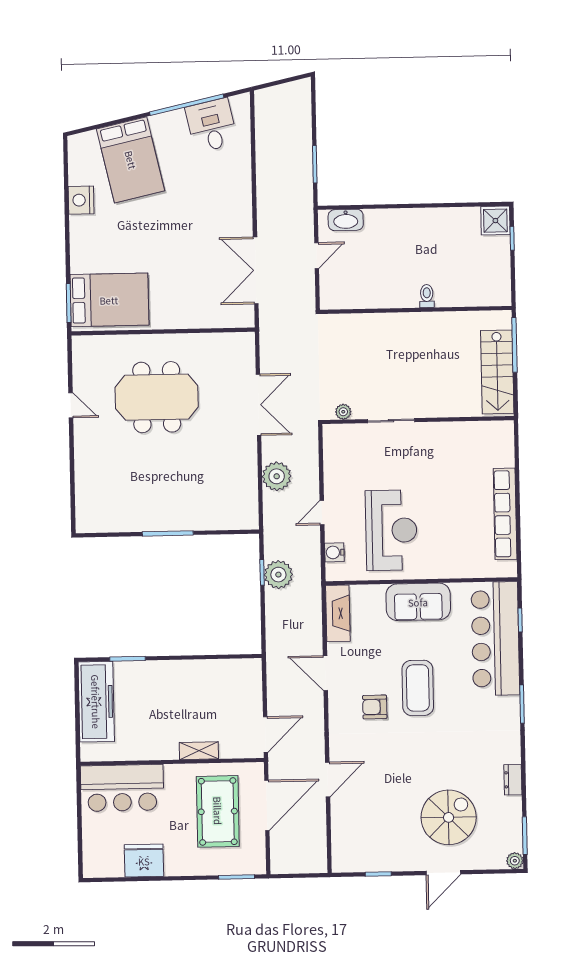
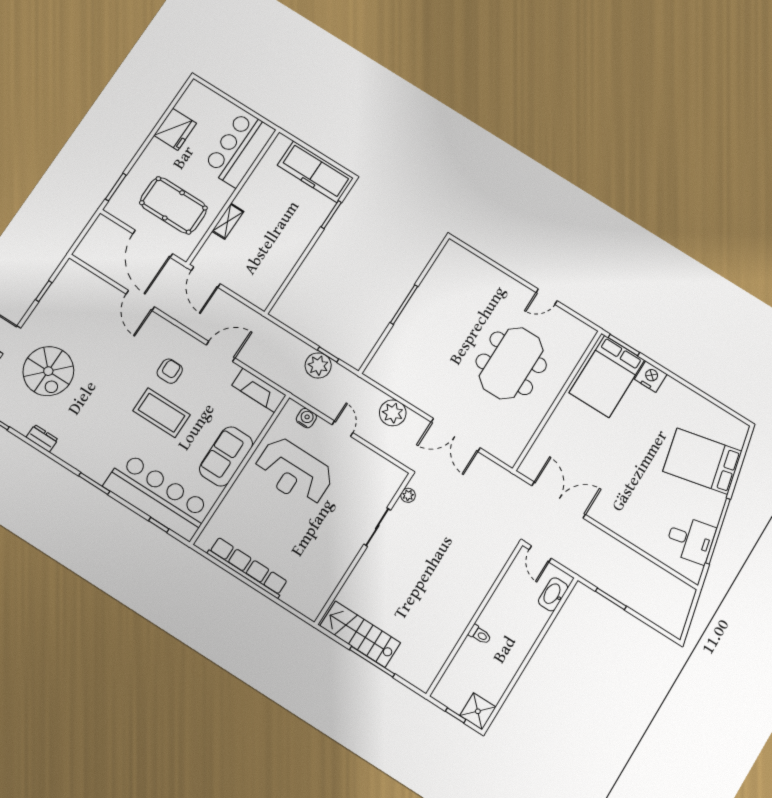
nightstand: (81, 200) -> (651, 377), moved
toilet: (427, 296) -> (480, 635), moved
wall: (416, 310) -> (475, 619), moved

